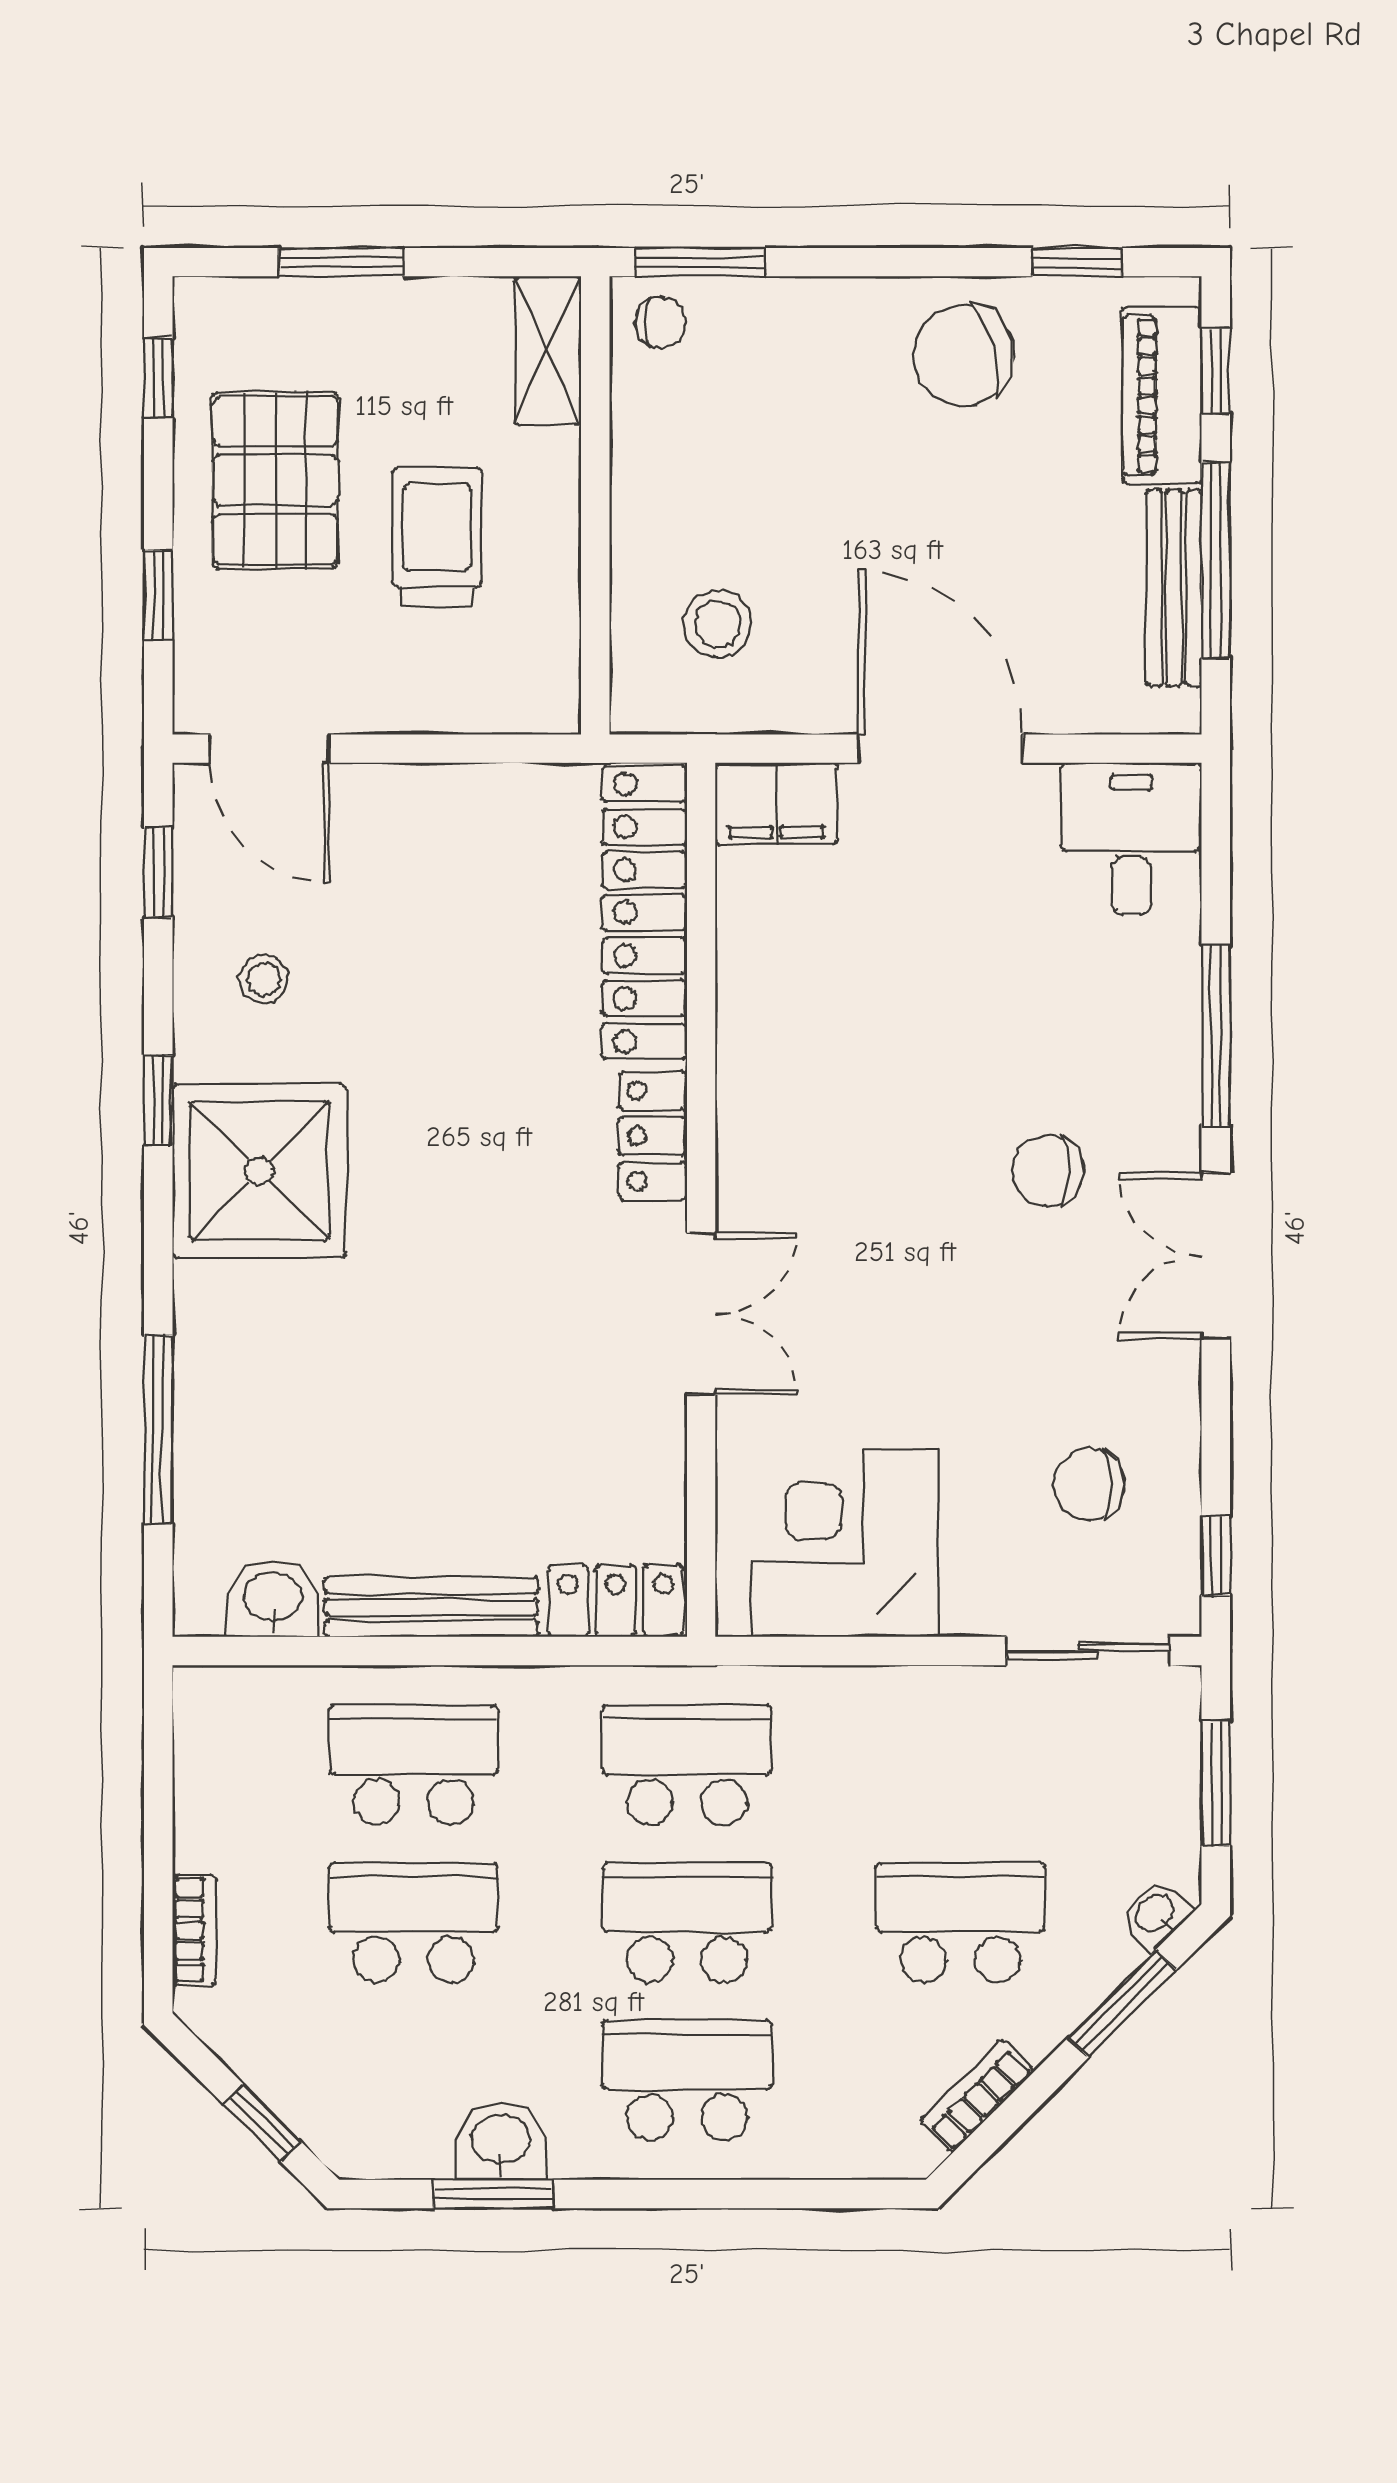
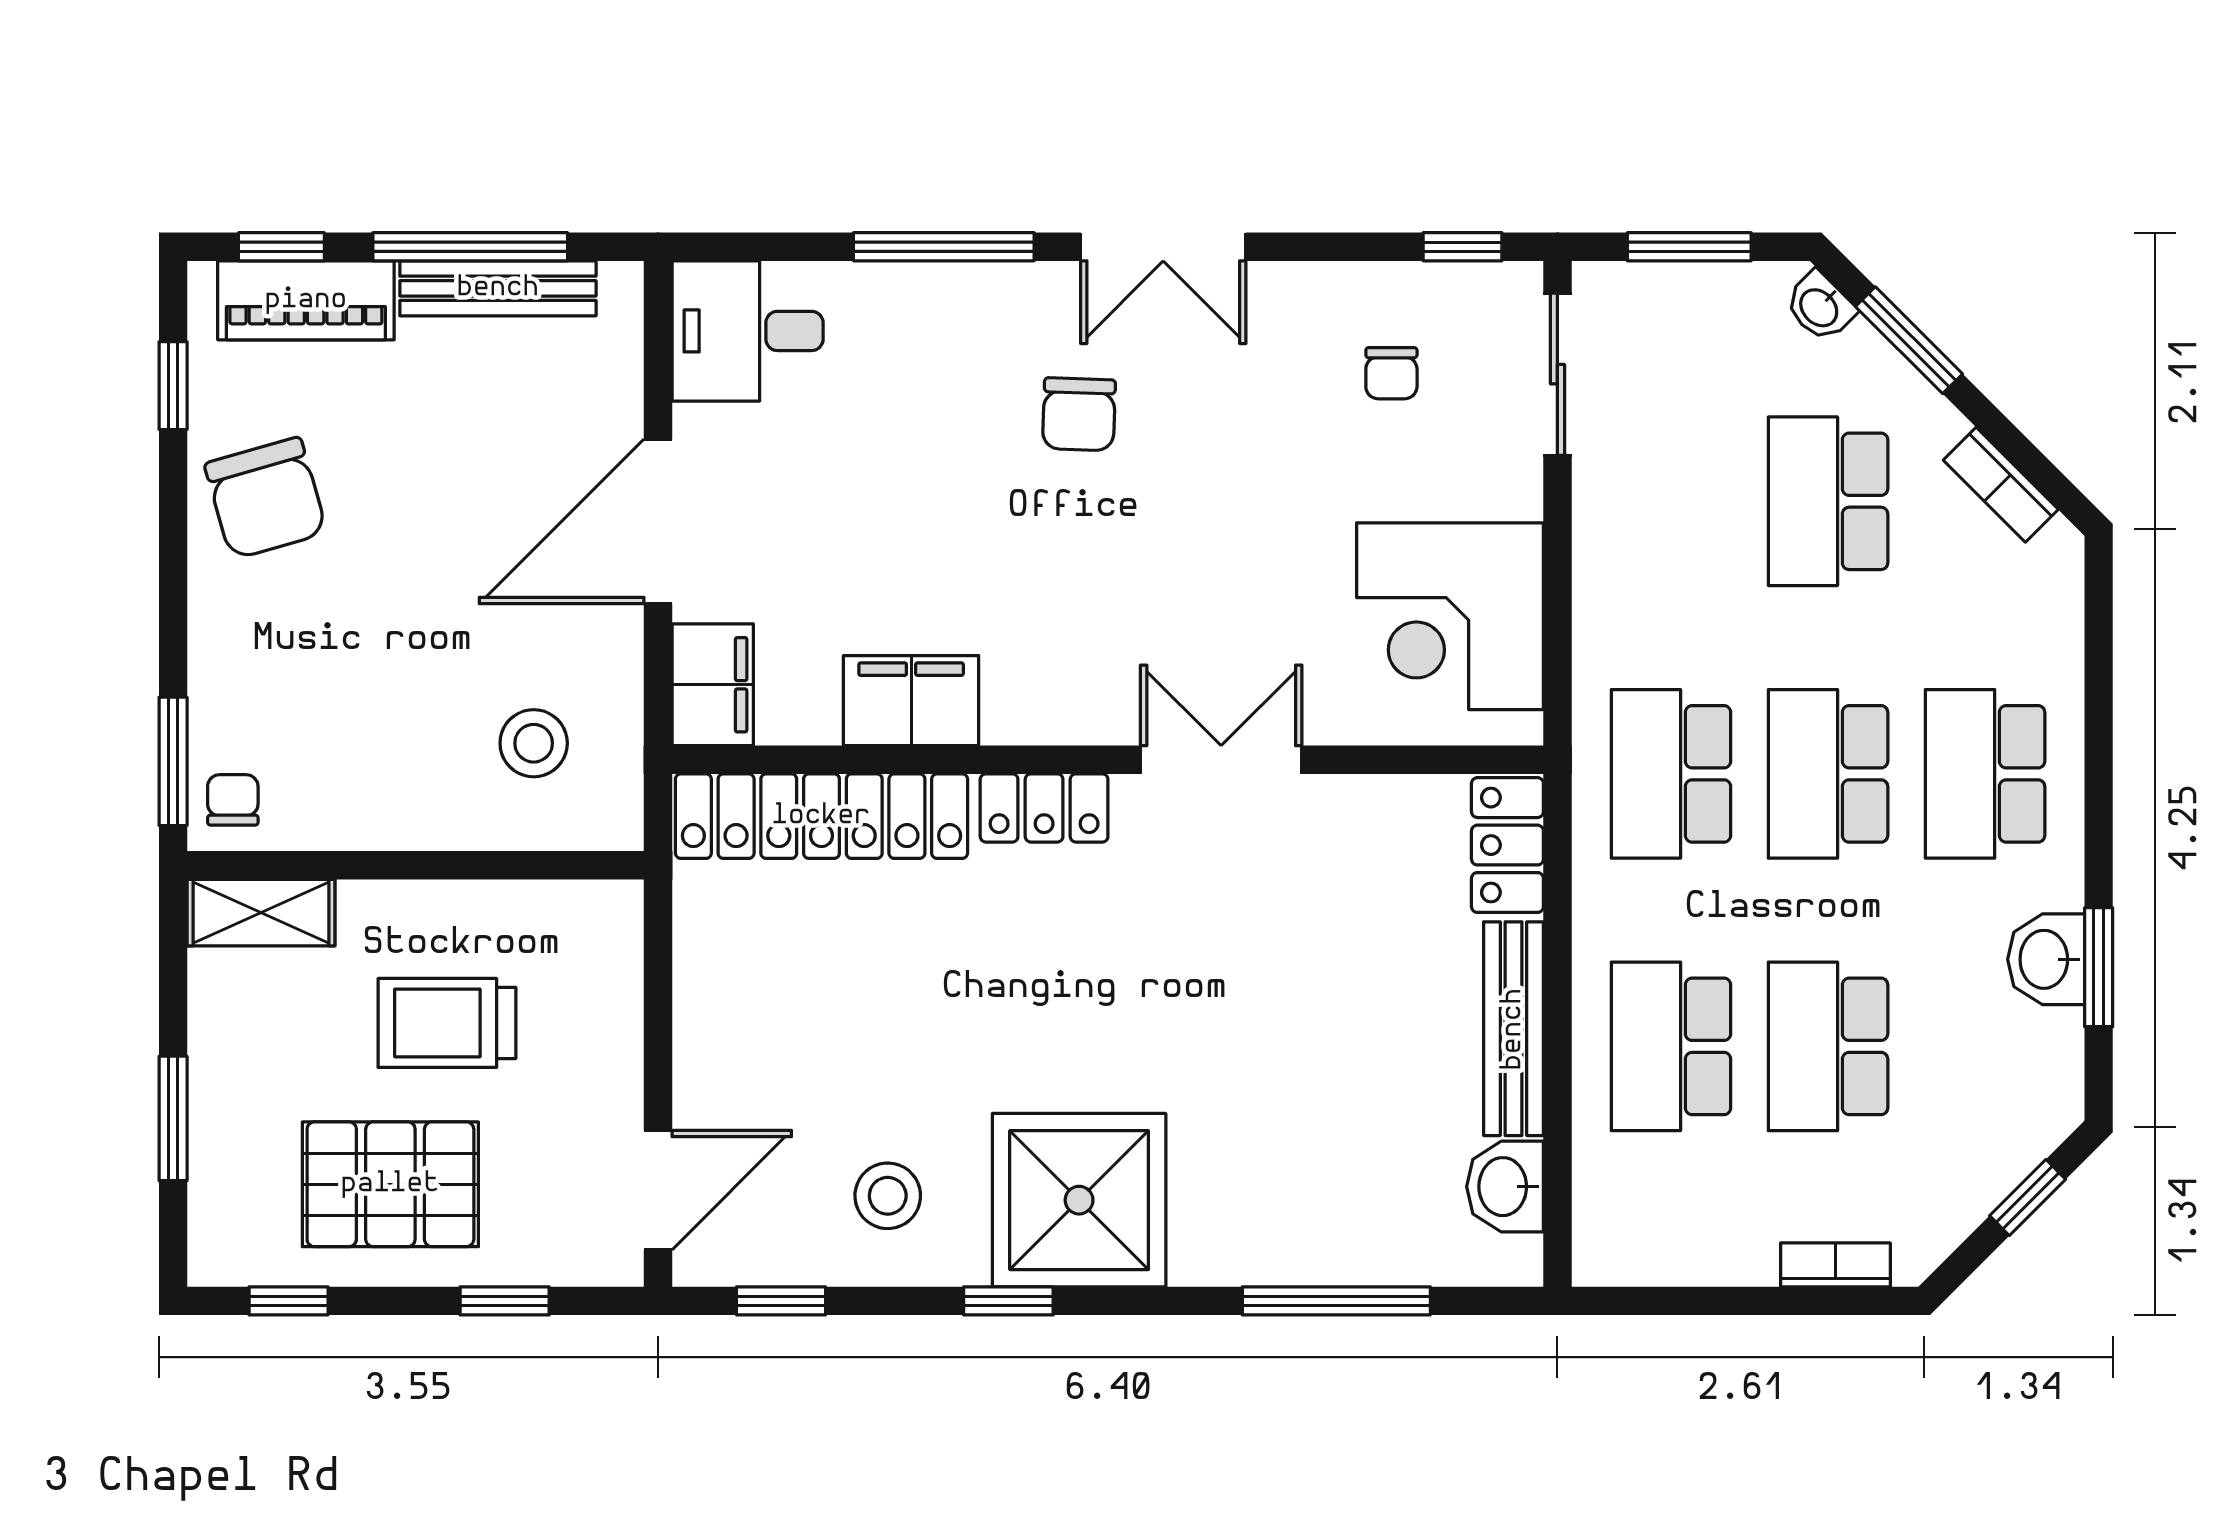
stool: (264, 979) -> (888, 1196), width x1.37, depth x1.37
filing cabinet: (760, 1003) -> (911, 701), added
chair: (1089, 1484) -> (1391, 373), width x0.73, depth x0.73

